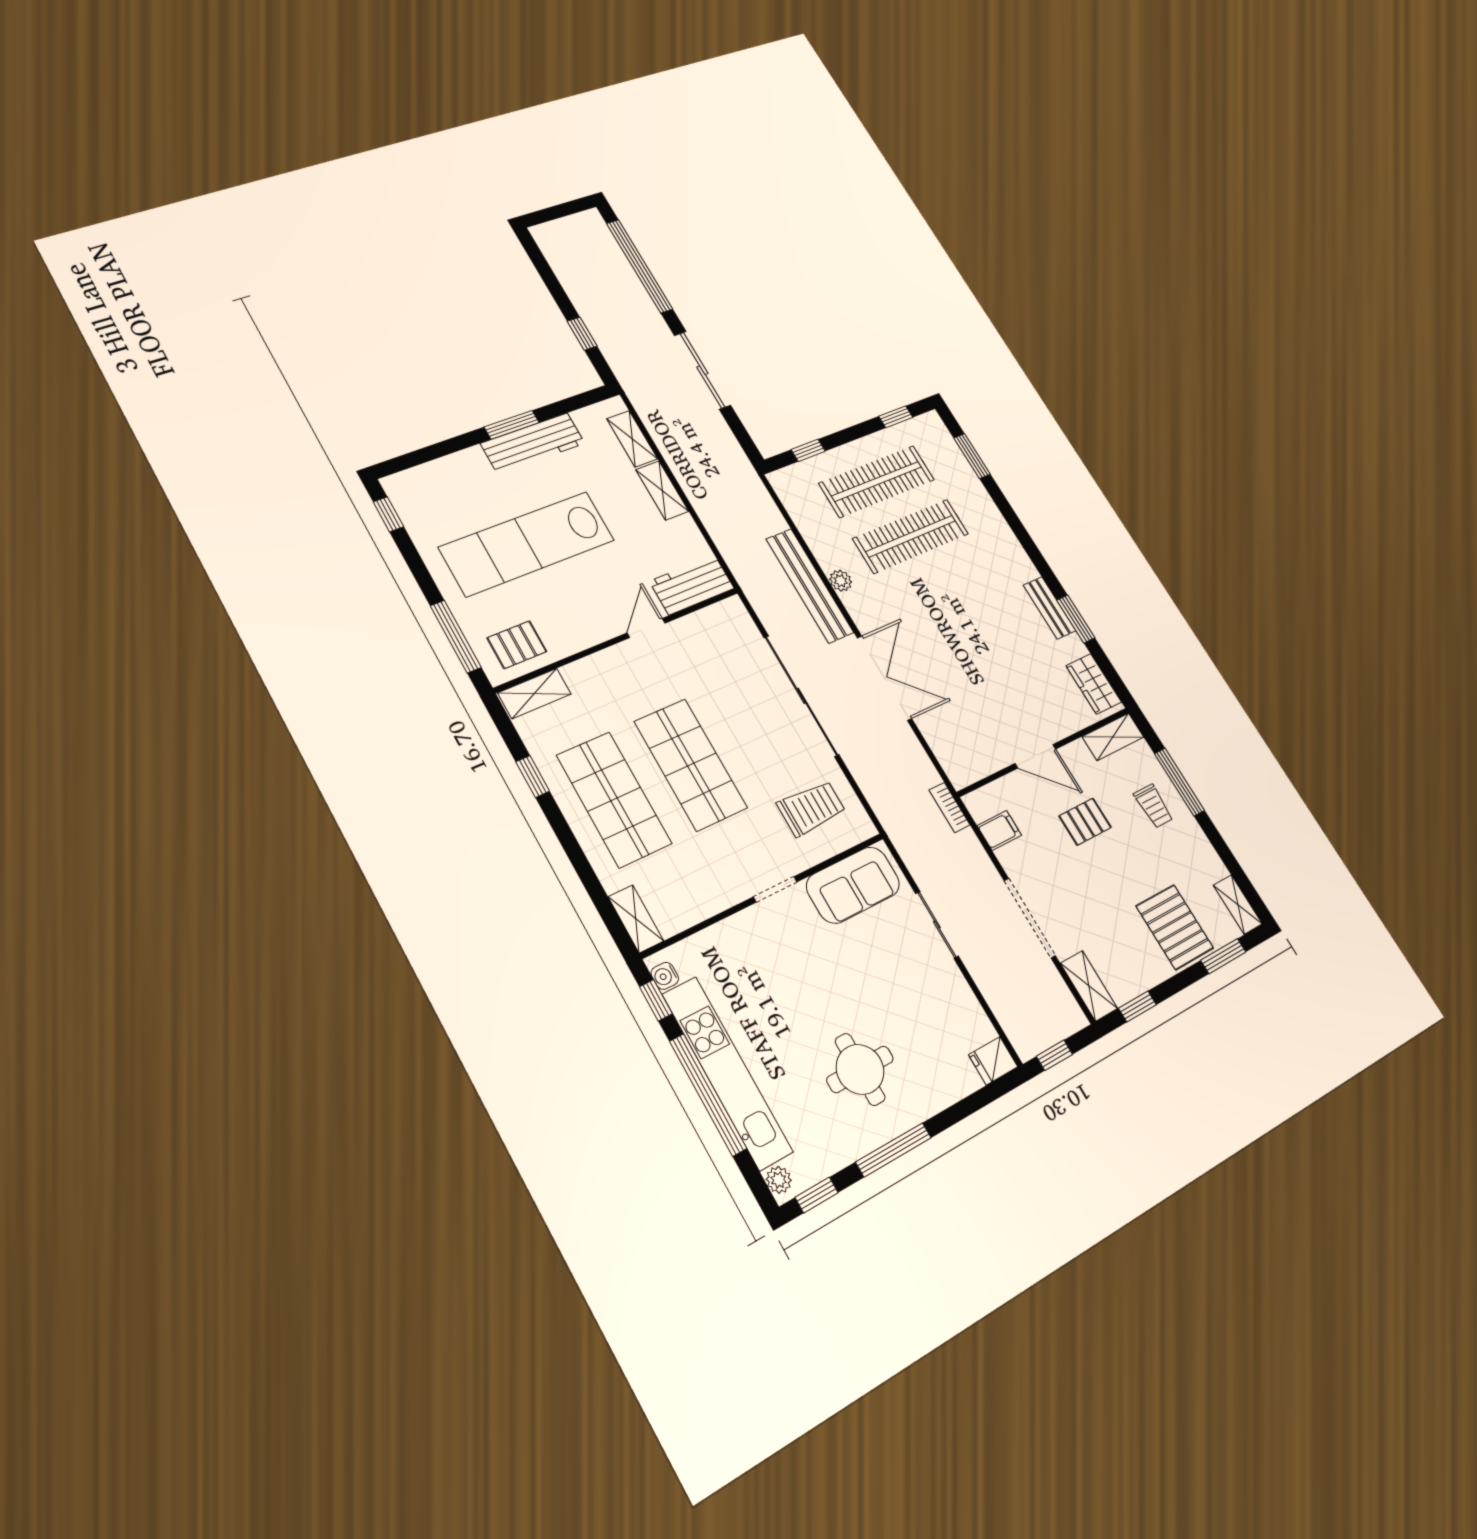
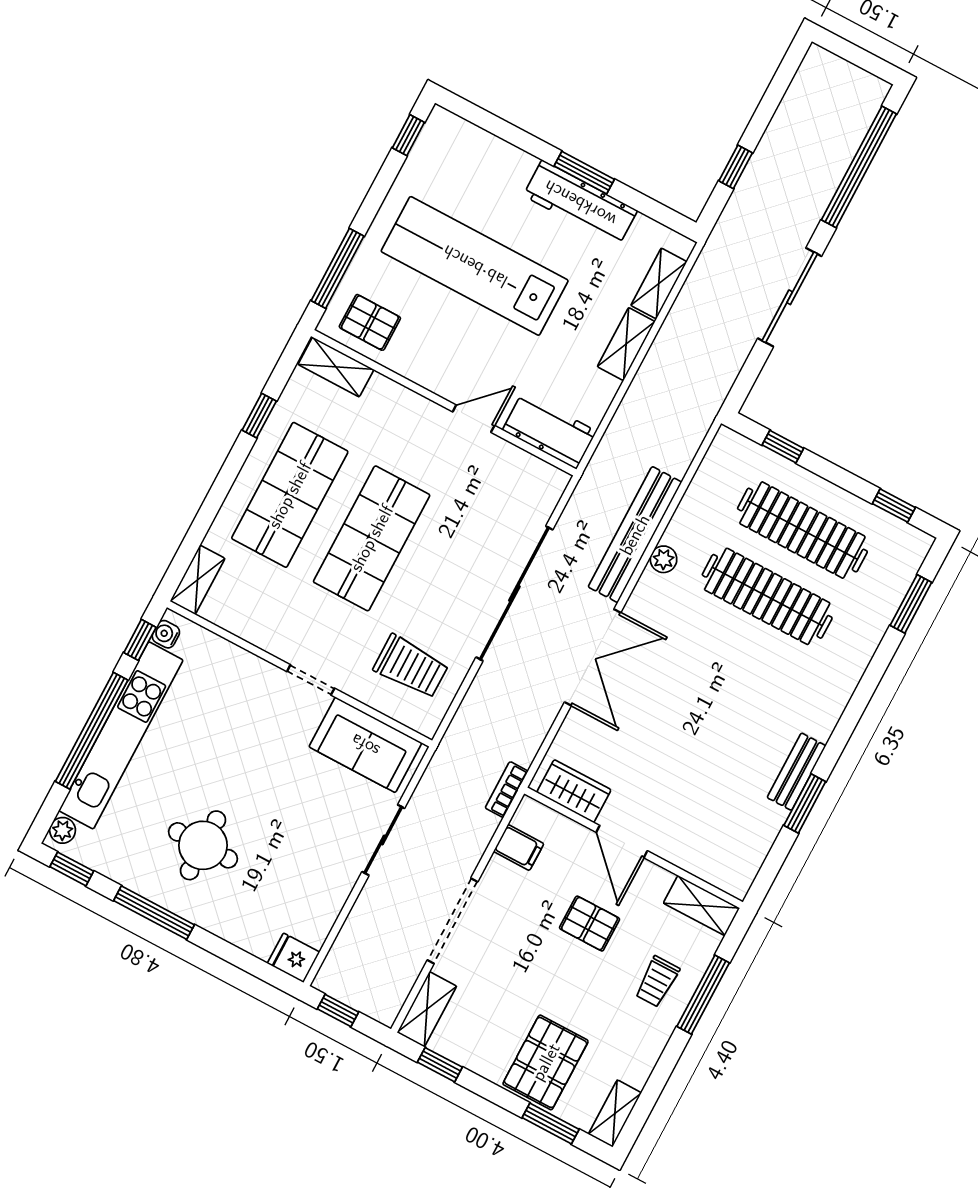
wardrobe: (1094, 684) -> (574, 791), moved, turned 90

